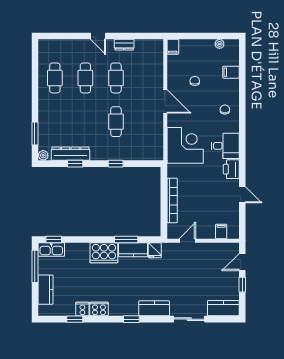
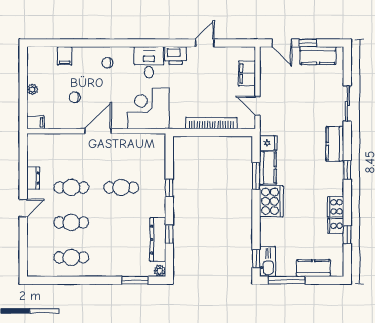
plant: (219, 44) -> (32, 89), moved
filing cabinet: (221, 231) -> (247, 73), width x2.00
kitchen counter: (223, 308) -> (318, 55), moved, turned -90

